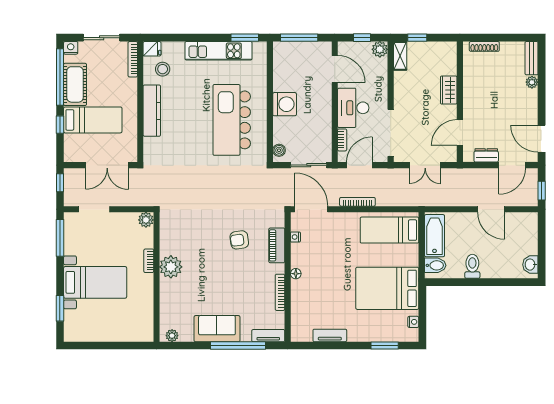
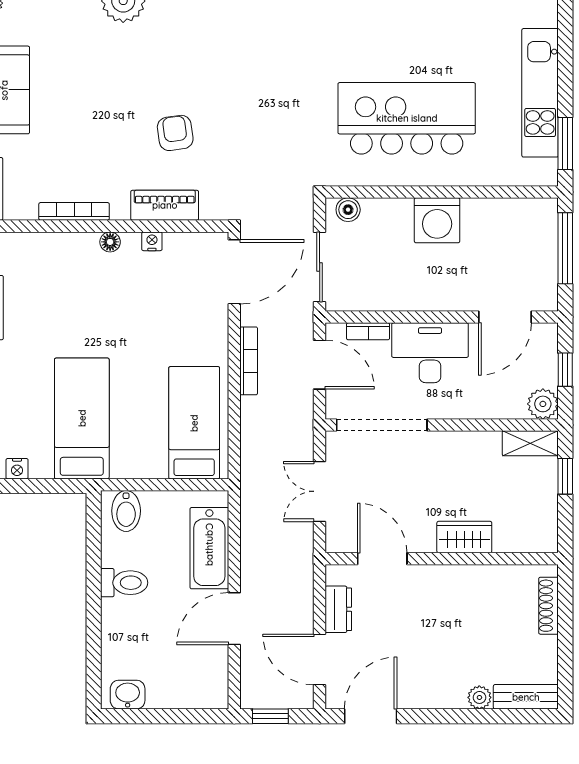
bathtub: (435, 236) -> (209, 548), moved, turned 90
nightstand: (295, 237) -> (152, 241), moved
bed: (387, 288) -> (82, 418), width x0.67

